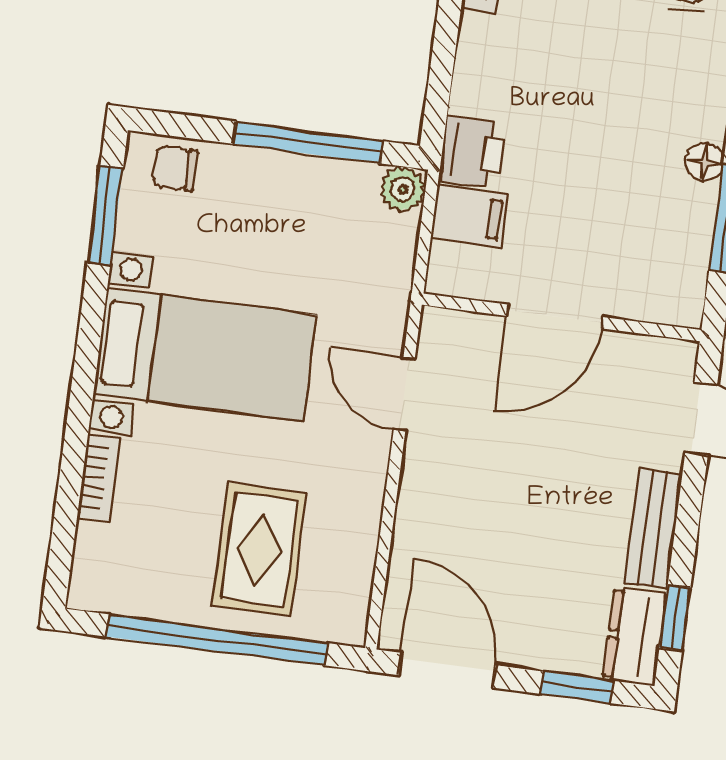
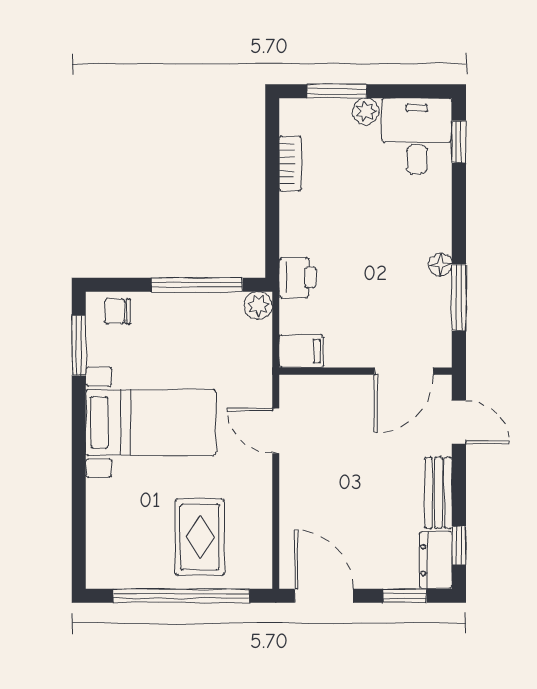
filing cabinet: (469, 216) -> (301, 351), moved
door: (555, 316) -> (404, 371), moved
bookcase: (99, 477) -> (96, 506), removed

